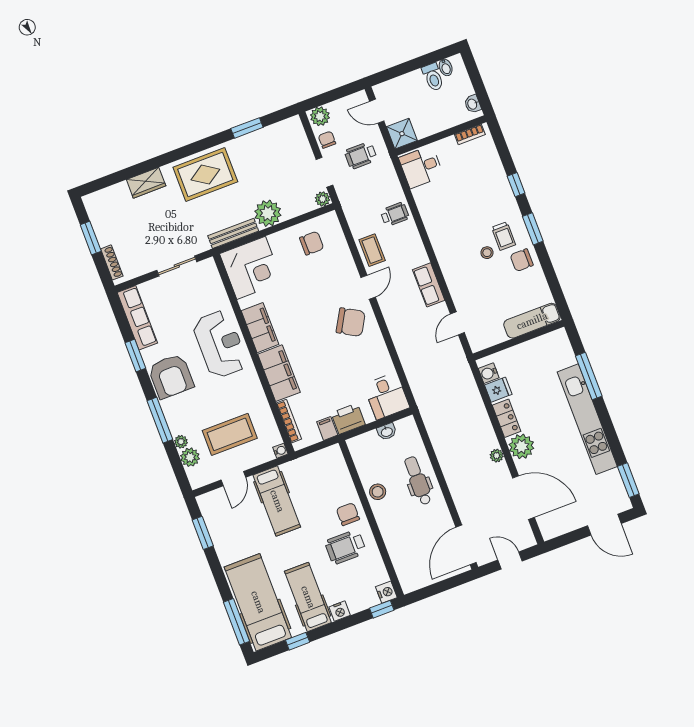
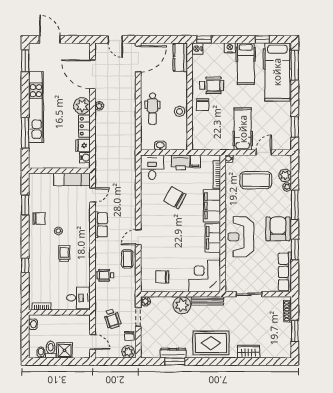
shower: (402, 134) -> (65, 350), moved
dresser: (254, 139) -> (173, 353), added
wheelchair: (361, 155) -> (112, 319), turned 72
window: (533, 229) -> (25, 205), moved
trolley: (504, 236) -> (64, 253), moved
exam couch: (532, 321) -> (72, 179), moved
chair: (351, 322) -> (175, 198), moved
kitchen counter: (406, 570) -> (180, 57), added

